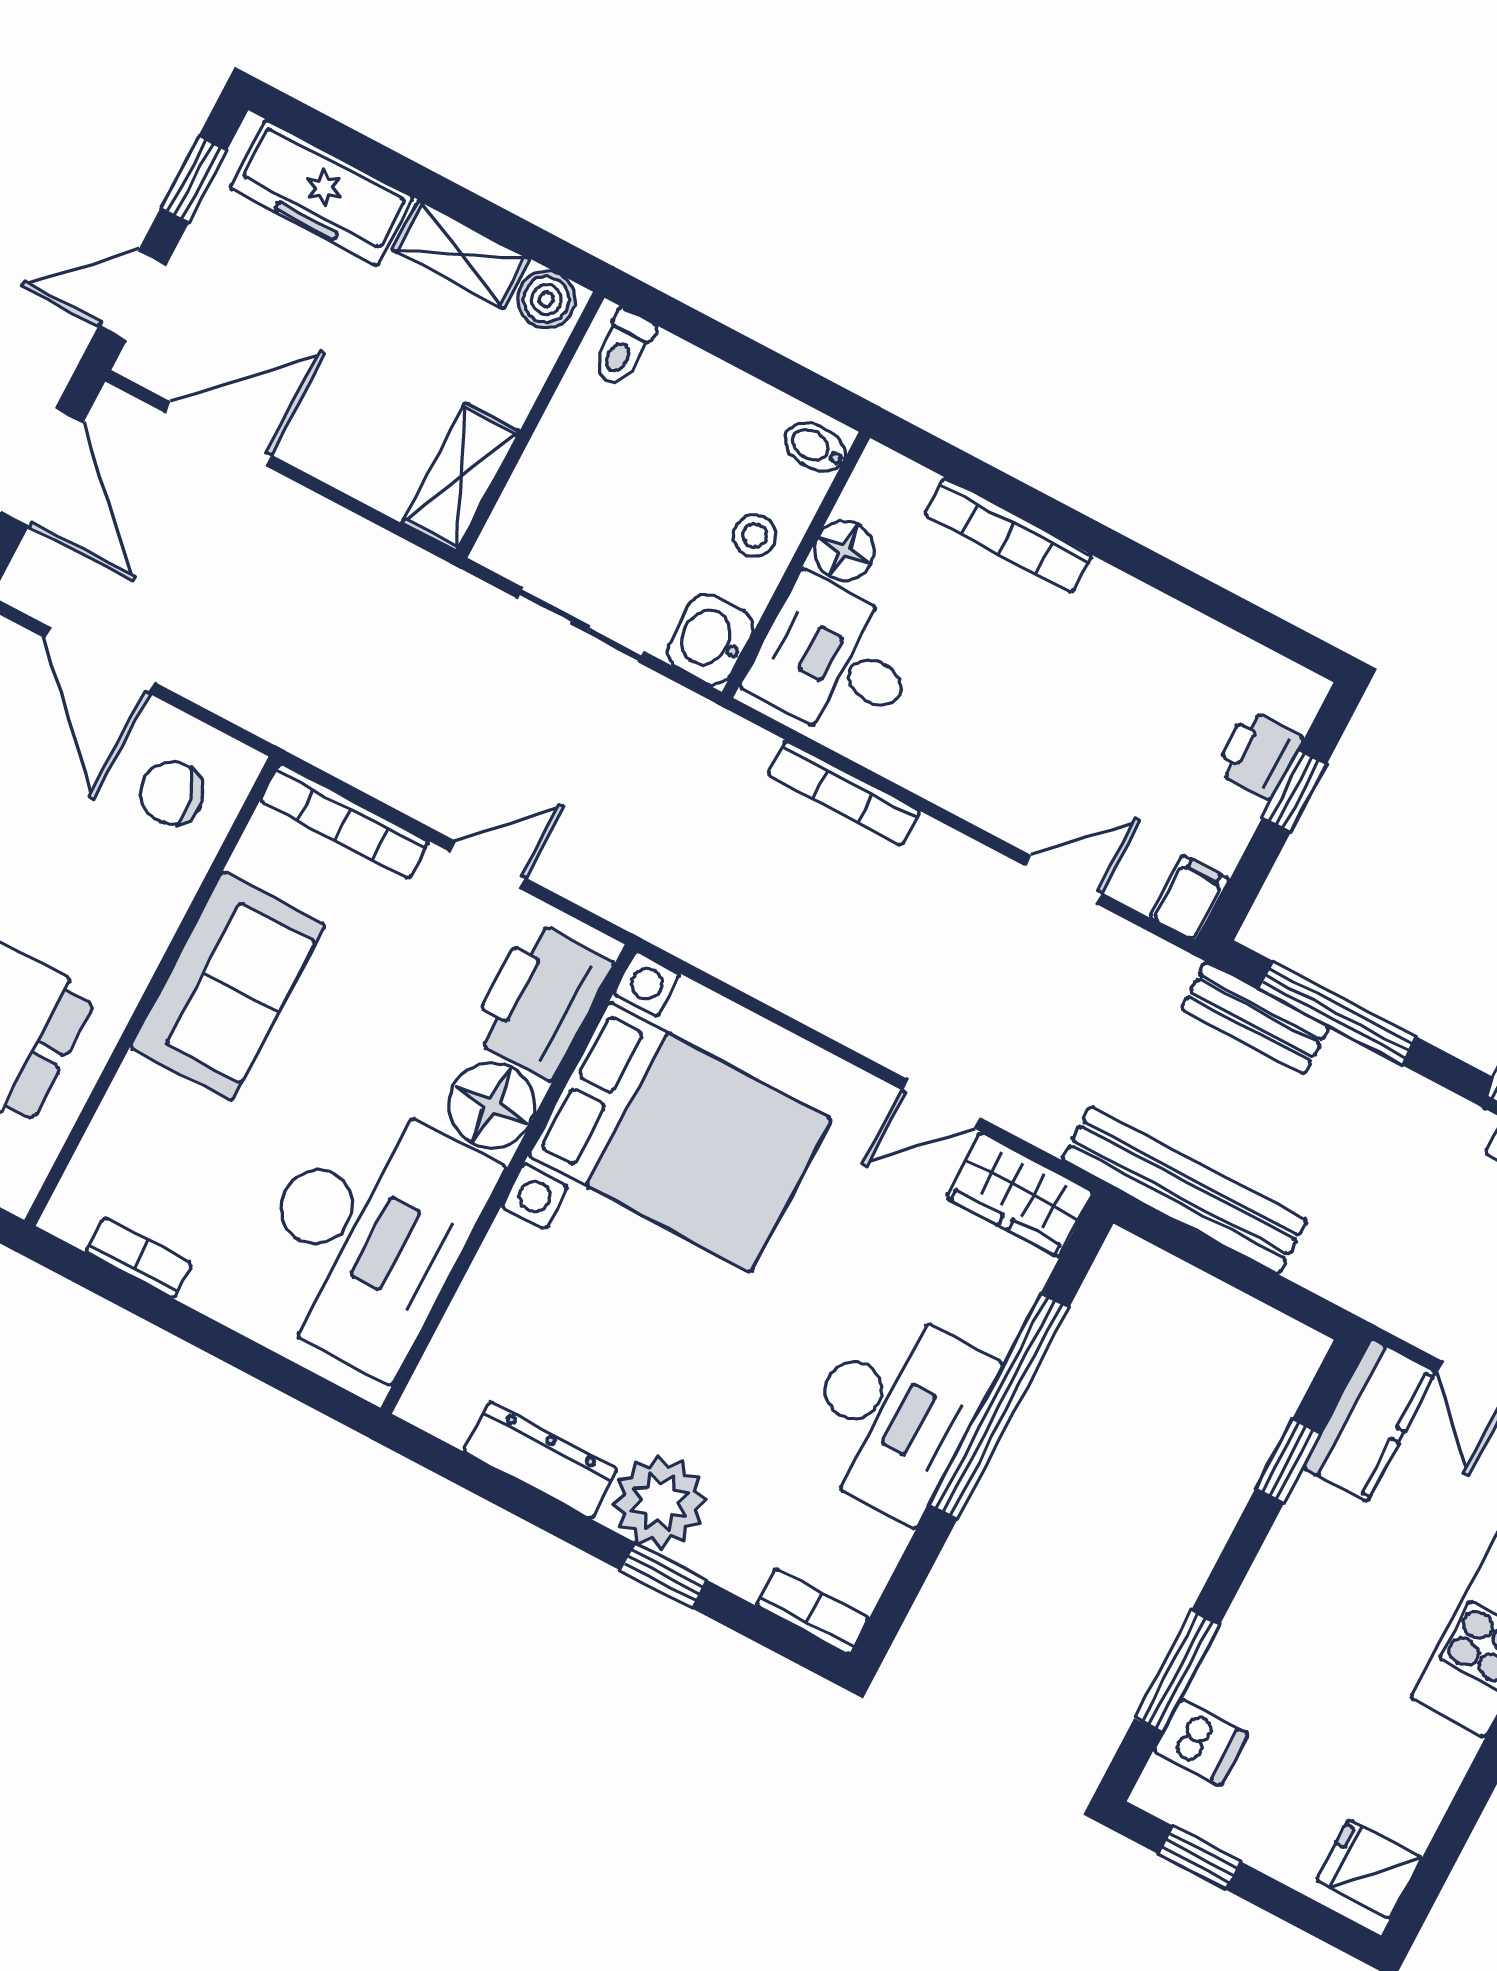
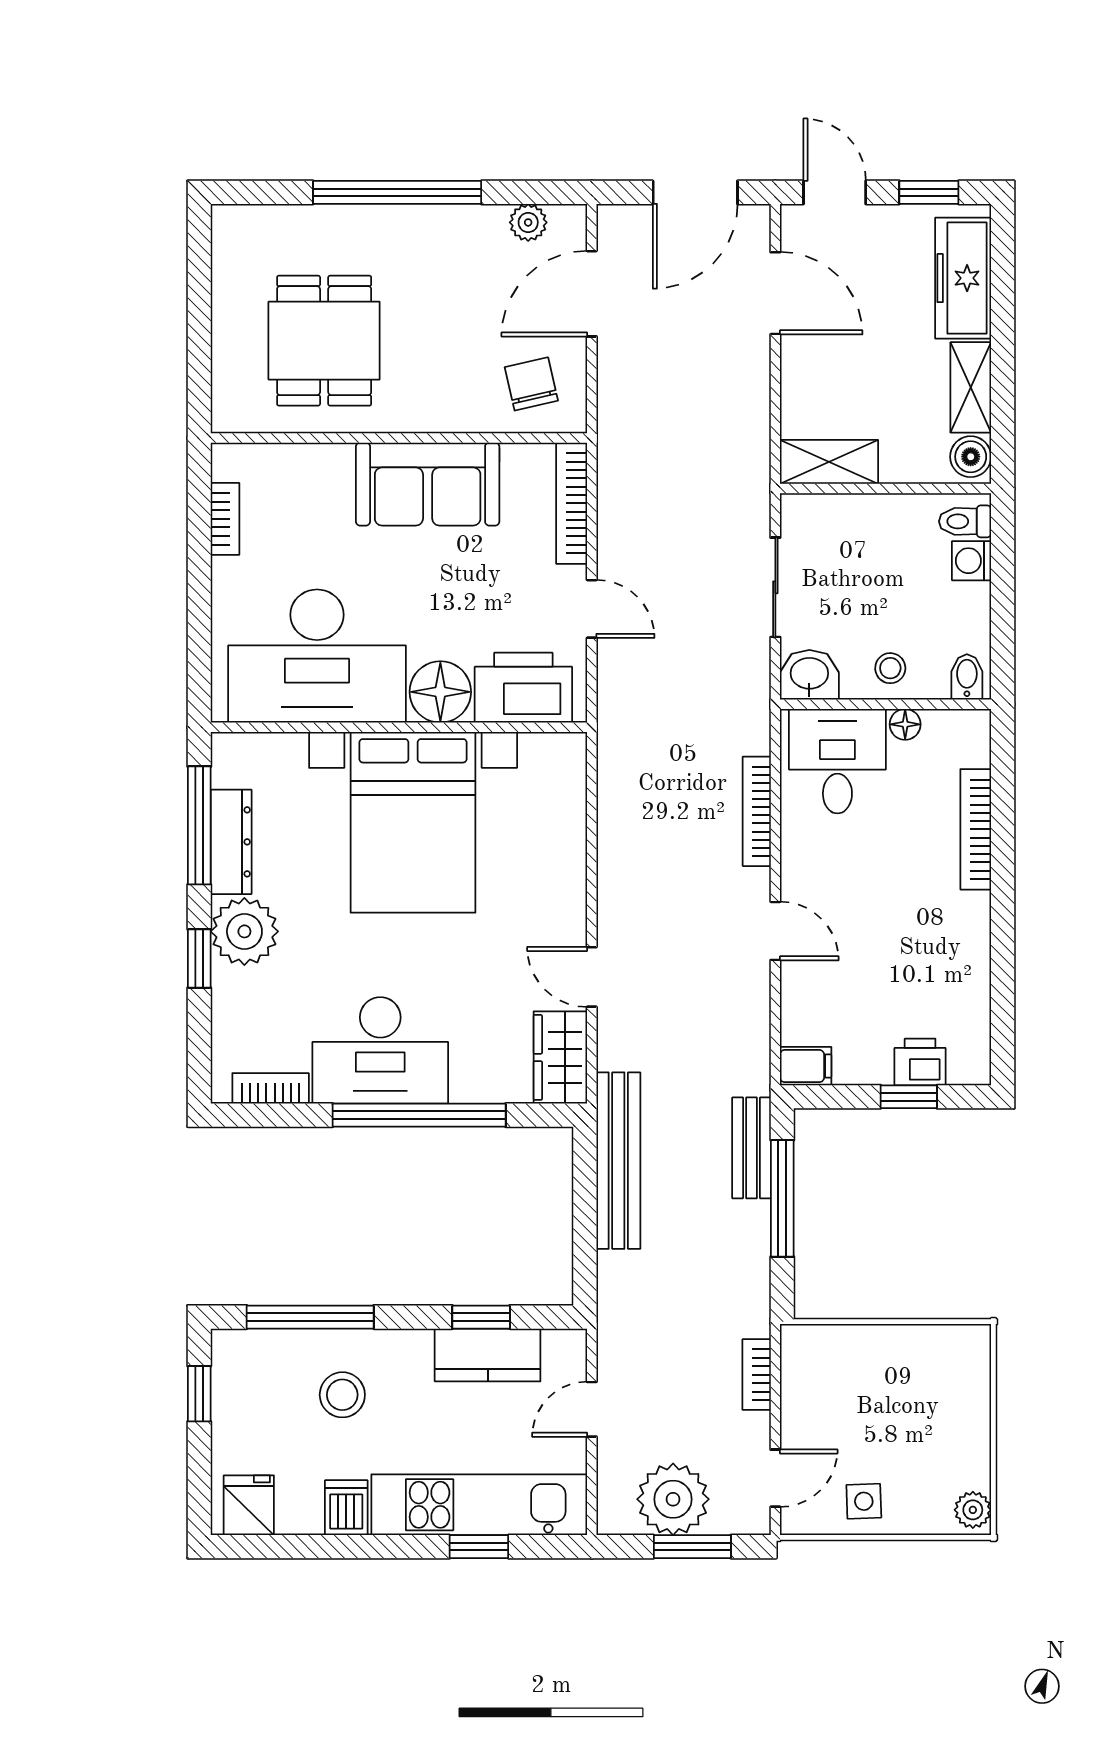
washing machine: (675, 366) -> (972, 561), added
floor lamp: (844, 551) -> (905, 724), width x0.73, depth x0.73
door: (1063, 879) -> (775, 931), moved
bed with nightstands: (680, 1137) -> (413, 822), moved
kitchen counter: (1369, 1420) -> (488, 1355), moved
window: (500, 1489) -> (199, 825), added
bookcase: (812, 1612) -> (271, 1088), moved, turned -90
window: (1177, 1671) -> (310, 1317), width x1.44
stool: (1294, 1682) -> (342, 1395), added
dishwasher: (1201, 1743) -> (346, 1508), moved, turned 180

